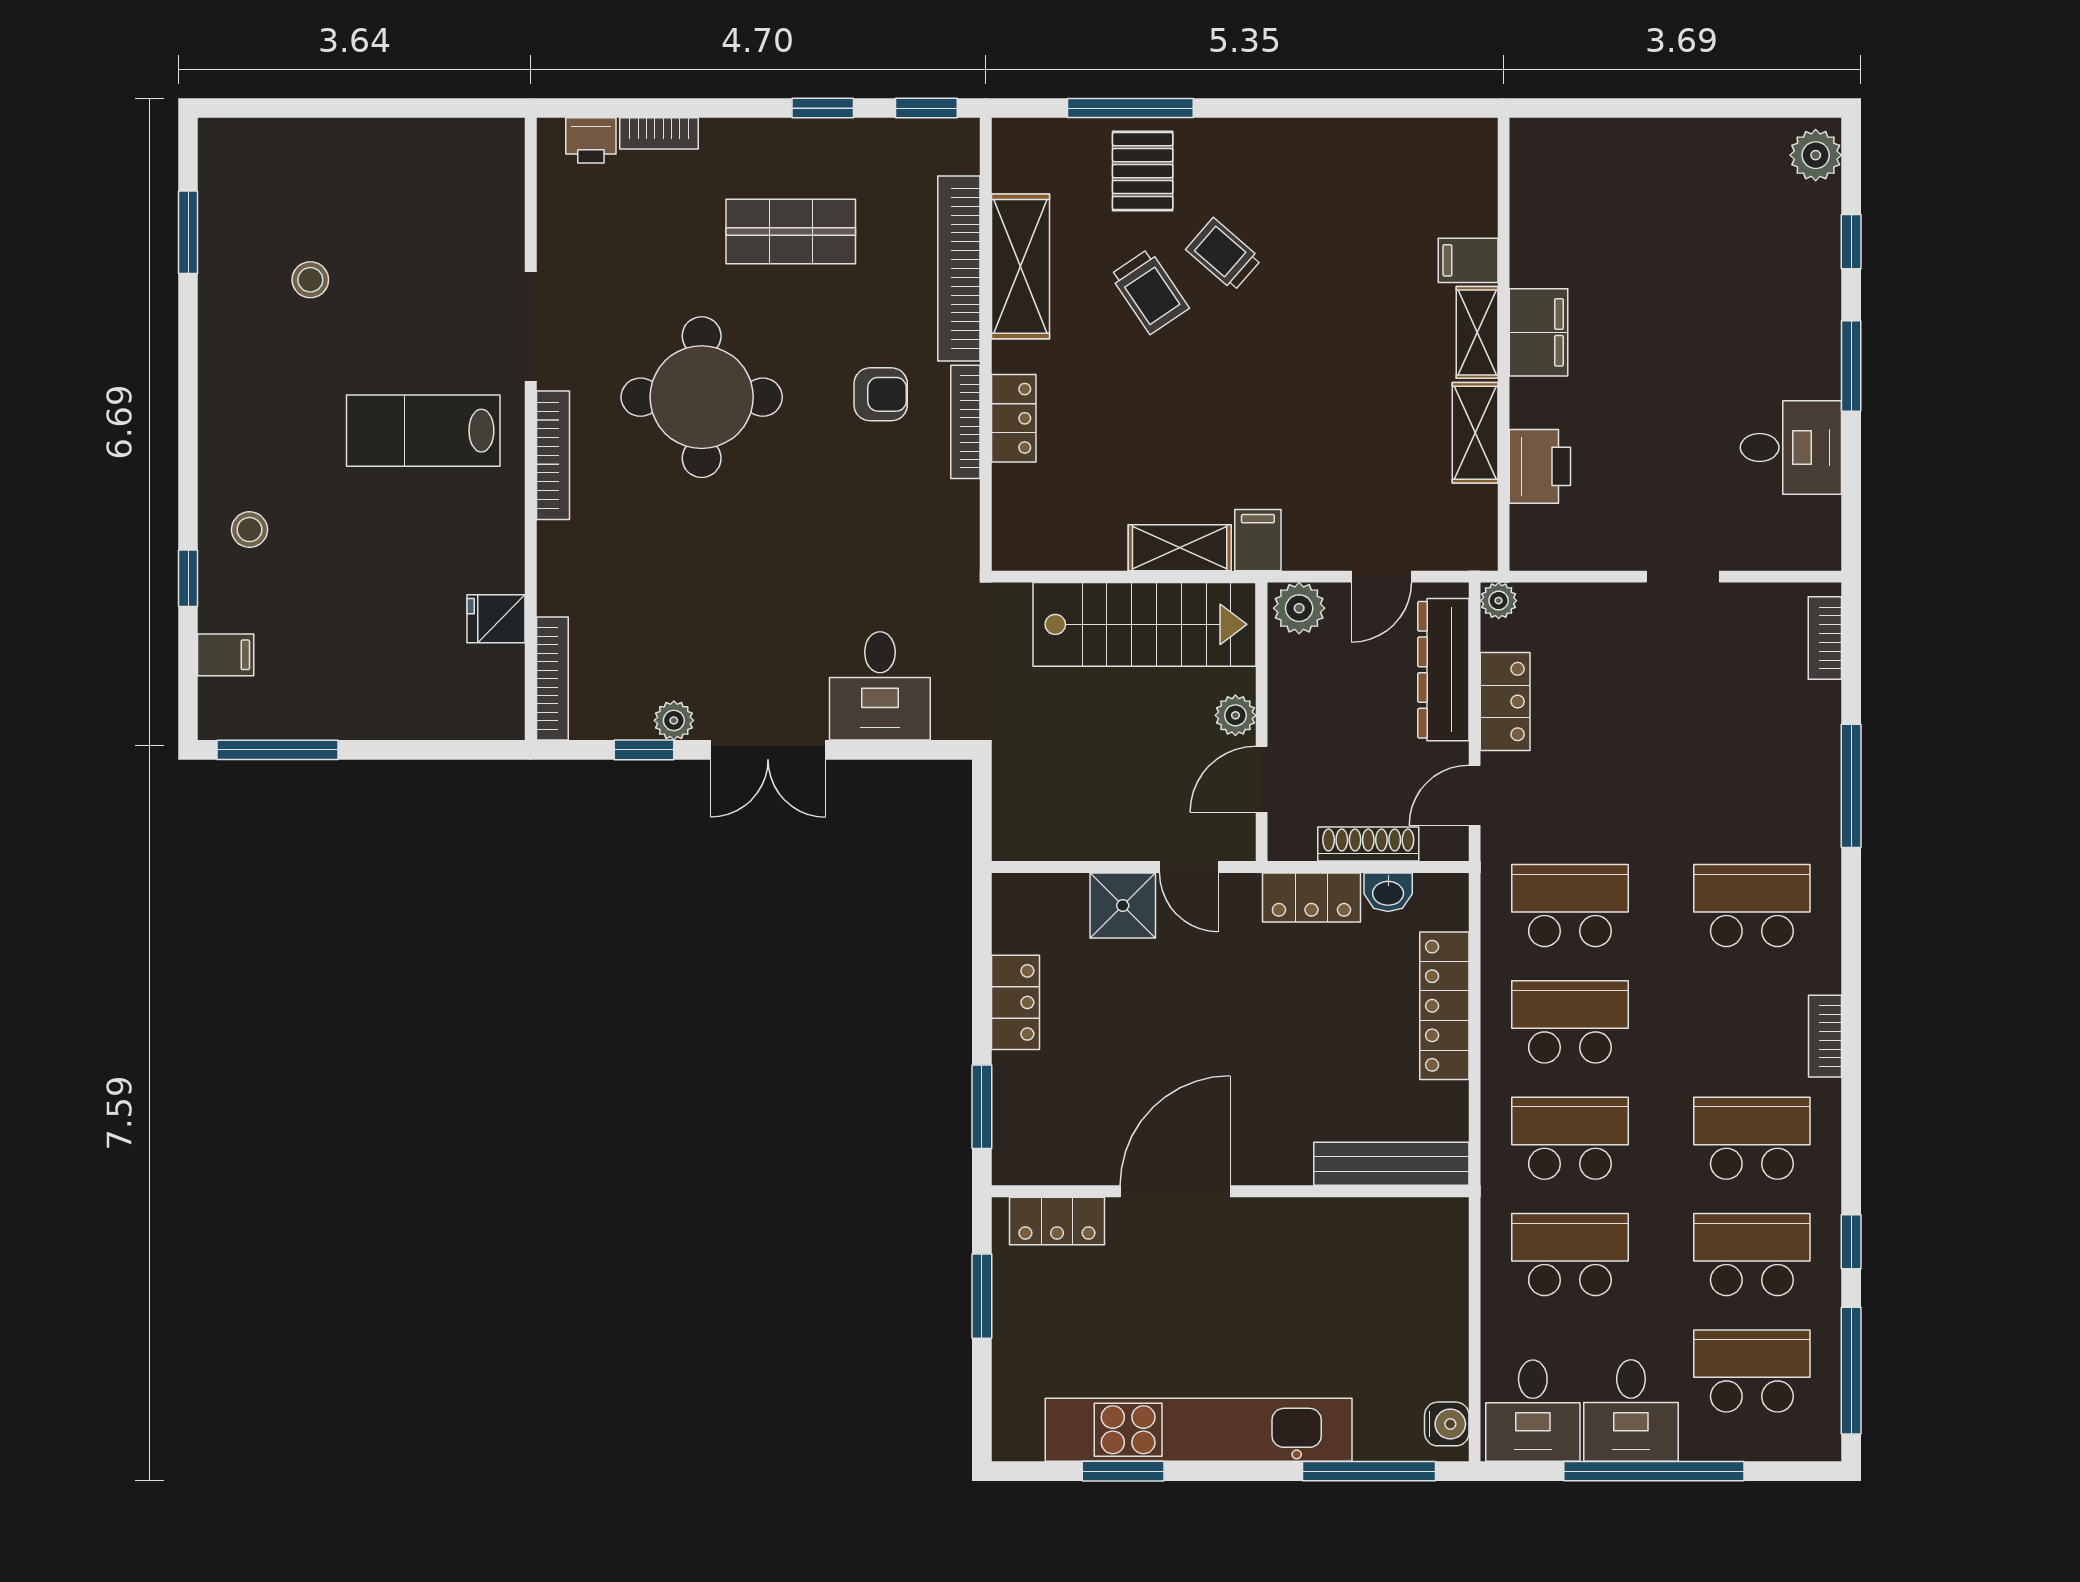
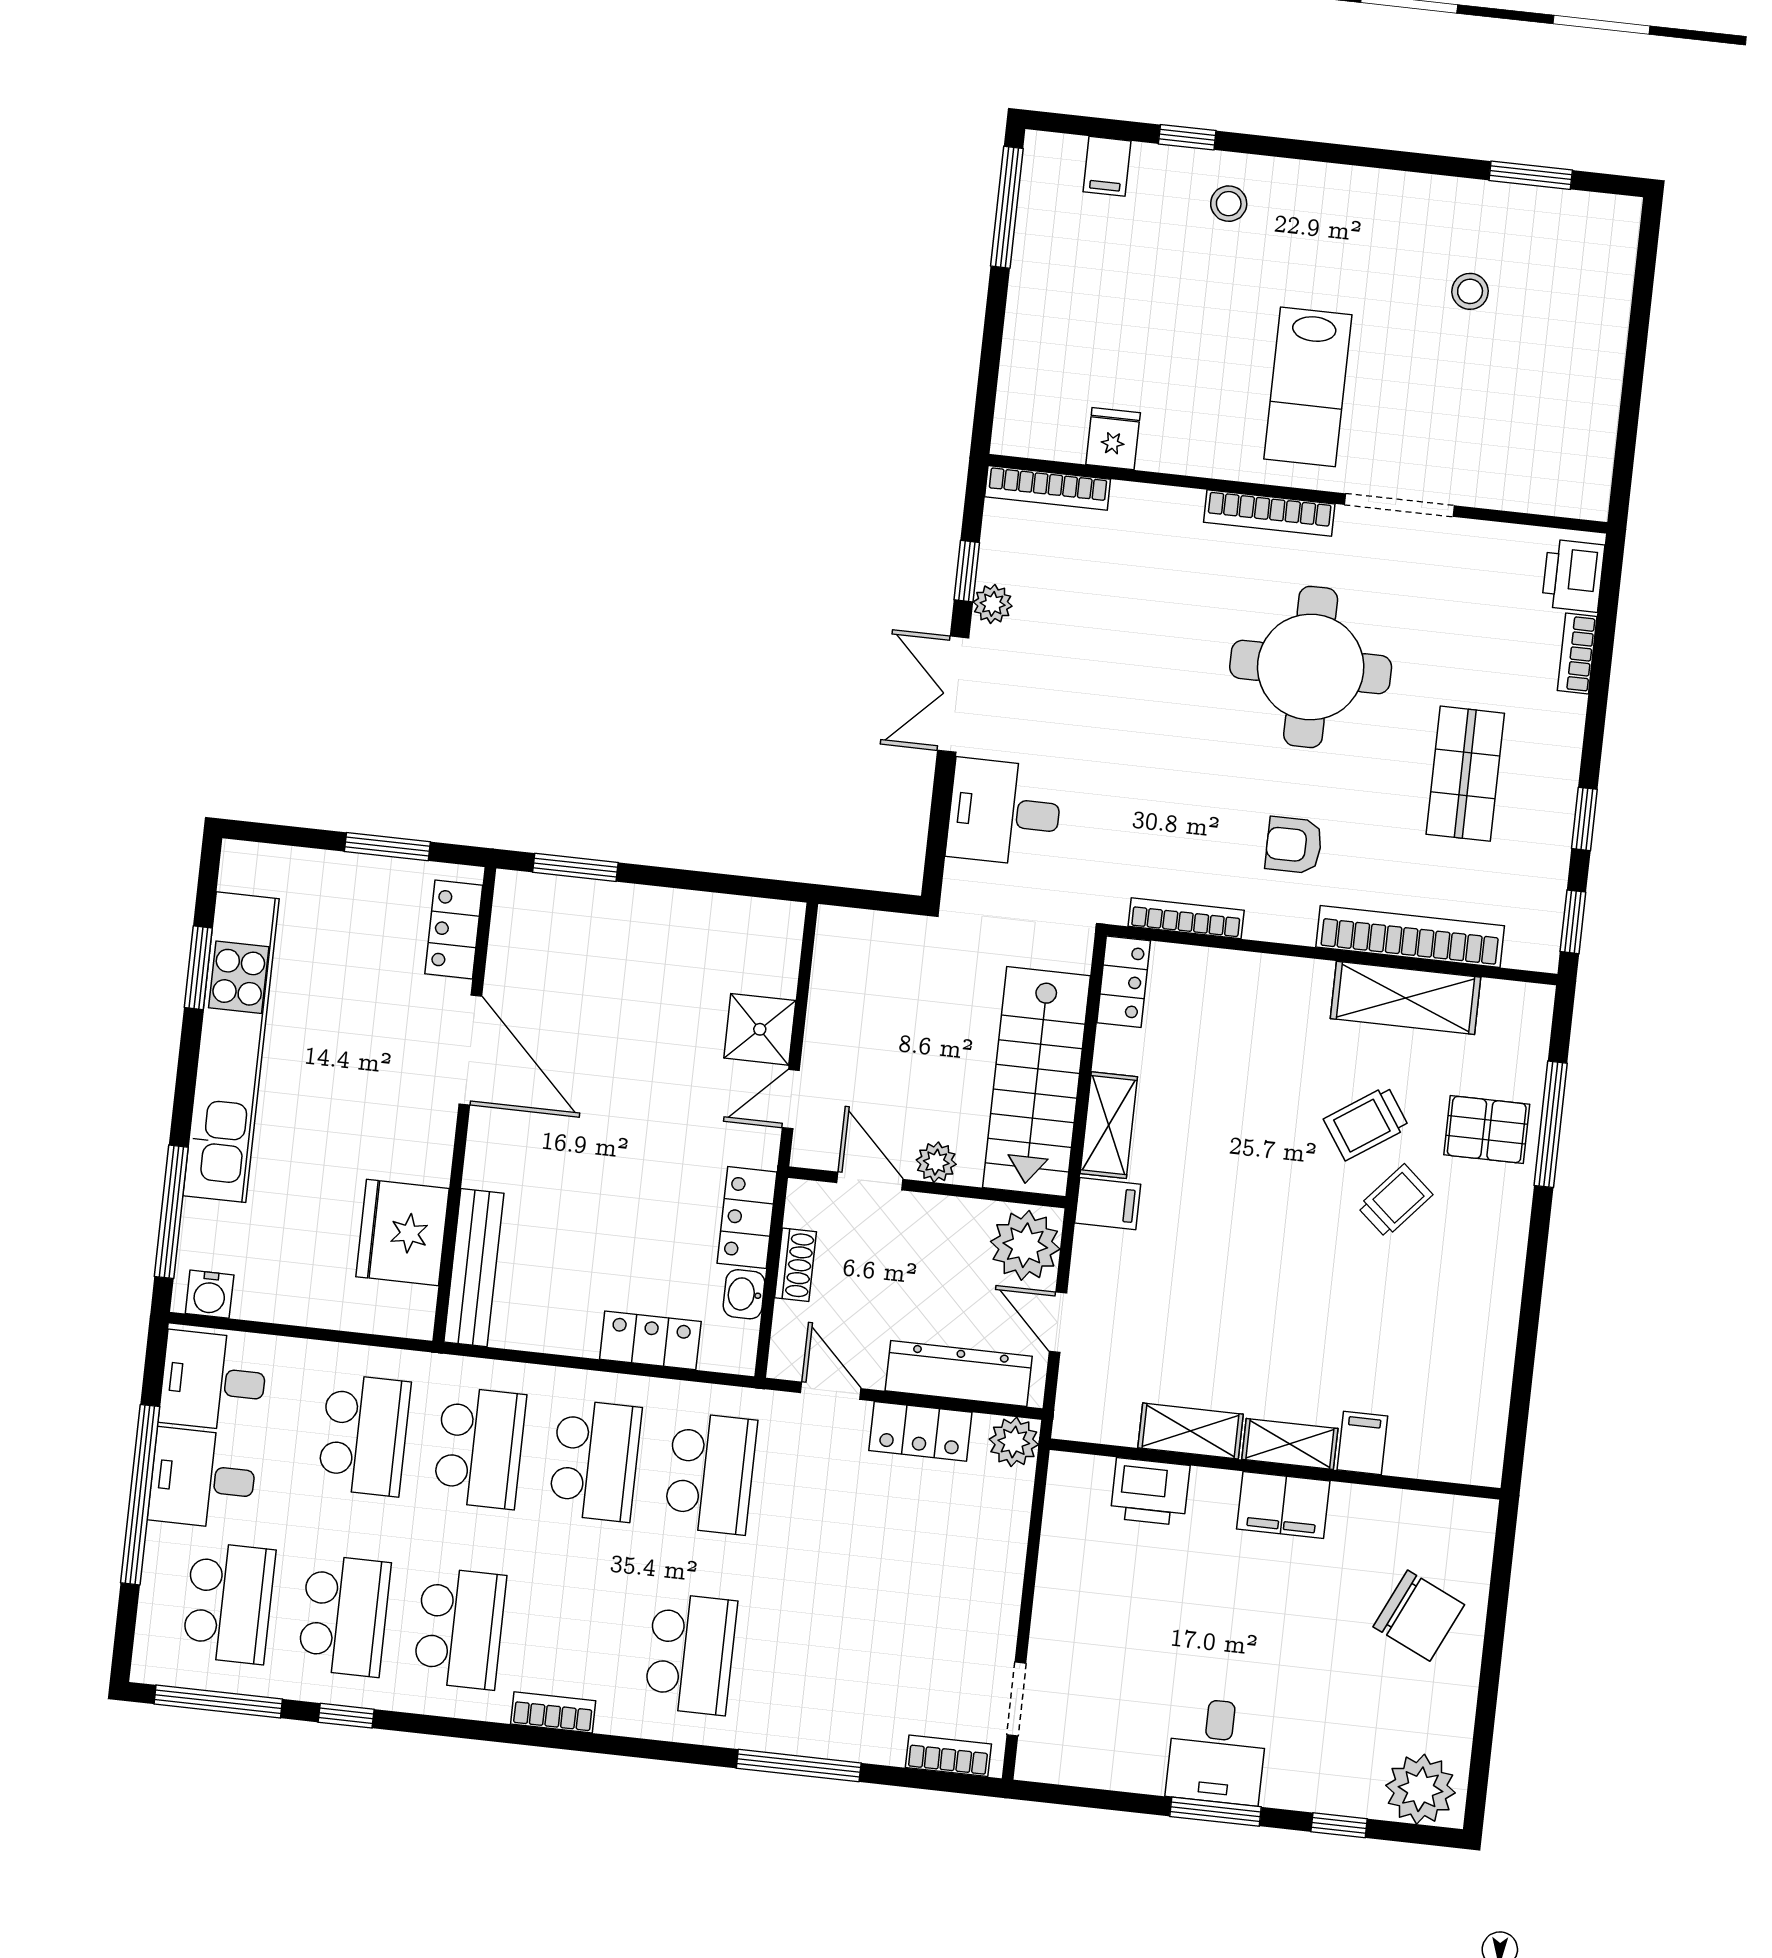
printer: (591, 140) -> (1573, 576), width x1.36, depth x1.24
plant: (1816, 155) -> (1420, 1789), width x1.36, depth x1.36
chair: (1634, 185) -> (1419, 1616), added
armchair: (881, 394) -> (1294, 845), turned 90
locker: (1014, 418) -> (1124, 982), moved, turned -90
bookcase: (965, 422) -> (1186, 918), moved
lab bench: (423, 431) -> (1308, 387), turned 180
desk: (1791, 447) -> (1217, 1751), moved
doorway: (1683, 577) -> (1016, 1699), moved
plant: (1499, 601) -> (1014, 1442), width x1.38, depth x1.38
plant: (1299, 608) -> (1025, 1245), width x1.36, depth x1.36
shoe rack: (1368, 844) -> (796, 1265), width x0.70
locker: (1015, 1002) -> (675, 912), removed
locker: (1444, 1006) -> (650, 1340), width x0.66
fridge: (1364, 1239) -> (402, 1233), added

